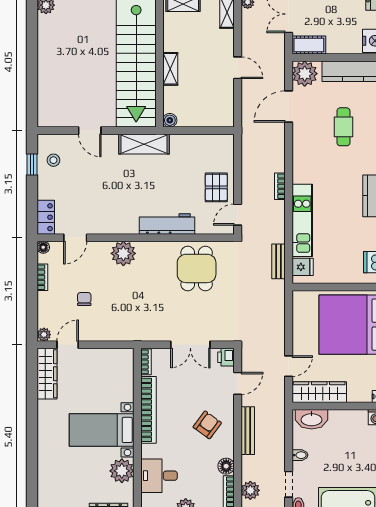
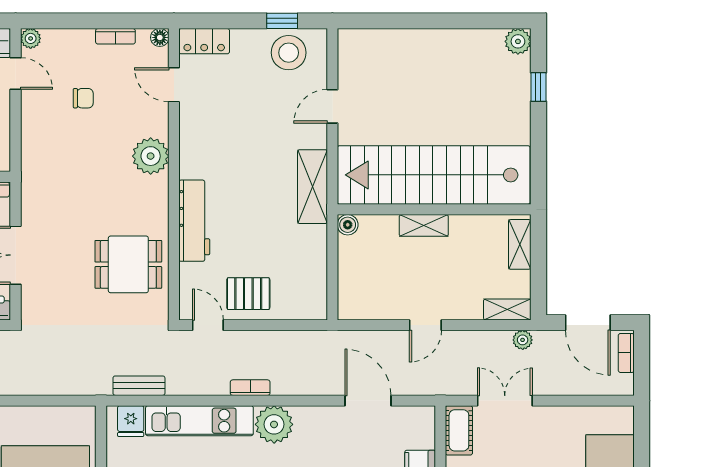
plant: (305, 74) -> (274, 424), moved
stool: (53, 160) -> (289, 53), width x1.89, depth x1.89

